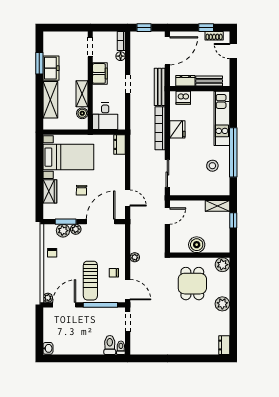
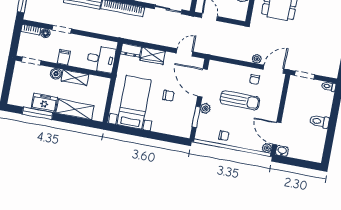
window: (39, 63) -> (37, 113), width x1.44
filing cabinet: (100, 73) -> (64, 57), width x0.50
doorway: (128, 84) -> (62, 29), moved
boiler: (82, 113) -> (56, 74), moved
wardrobe: (50, 191) -> (153, 56), moved, turned 180
plant: (63, 231) -> (204, 121), removed
plant: (135, 257) -> (257, 59), moved
sun lounger: (90, 281) -> (240, 100), moved
window: (100, 305) -> (283, 98), removed
toilet: (110, 345) -> (319, 121), moved
washbasin: (48, 348) -> (282, 151), moved

